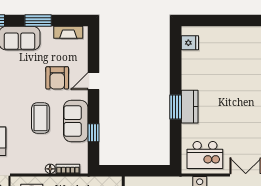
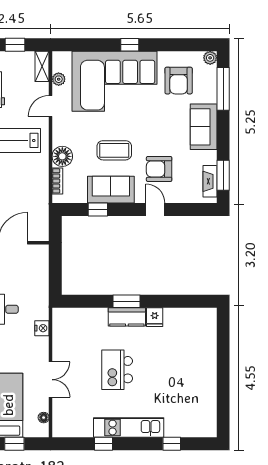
window: (38, 21) -> (223, 175), moved
fridge: (190, 43) -> (155, 317), moved
kitchen island: (205, 155) -> (117, 370), moved
floor lamp: (50, 169) -> (62, 156), width x1.89, depth x1.89

